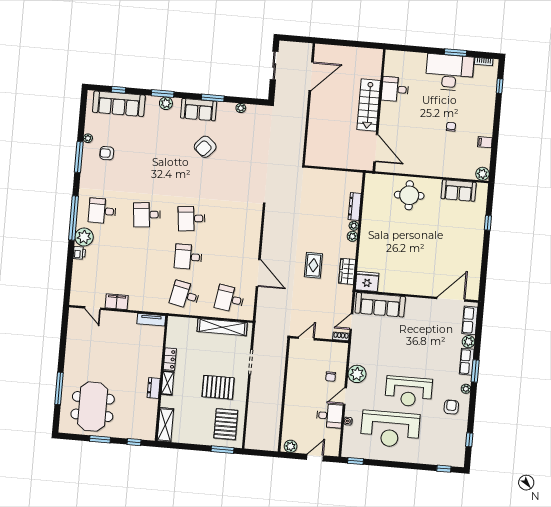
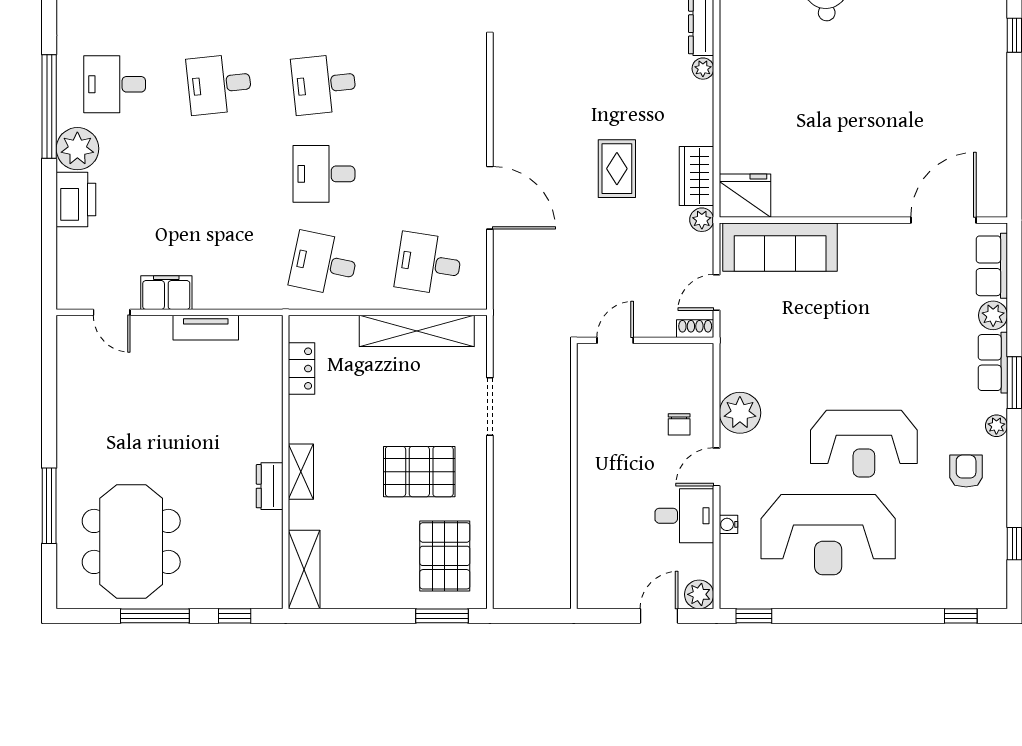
plant: (352, 236) -> (702, 220), moved
printer: (79, 253) -> (76, 199), width x1.87, depth x1.48
tv unit: (151, 320) -> (206, 328), moved
locker: (170, 359) -> (302, 369), moved
window: (100, 439) -> (155, 616), width x1.44
plant: (291, 446) -> (699, 594), moved

